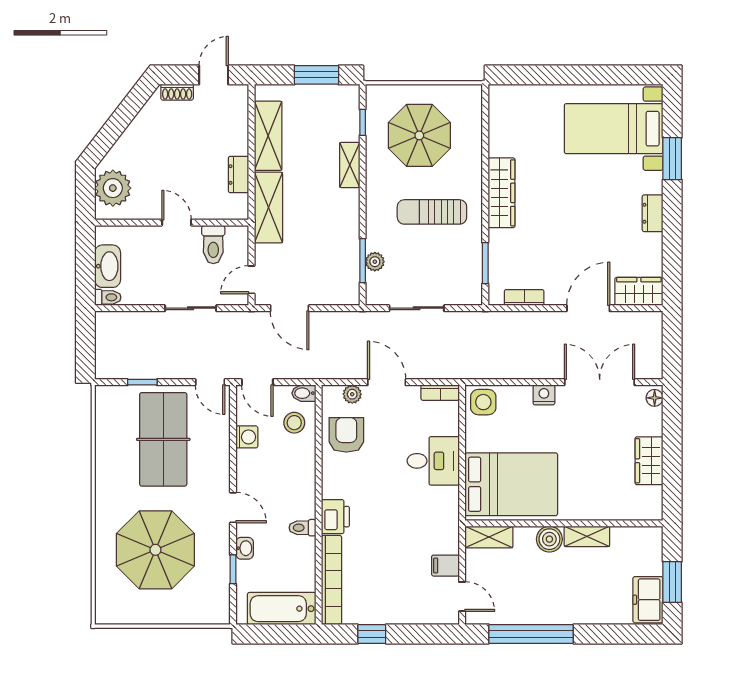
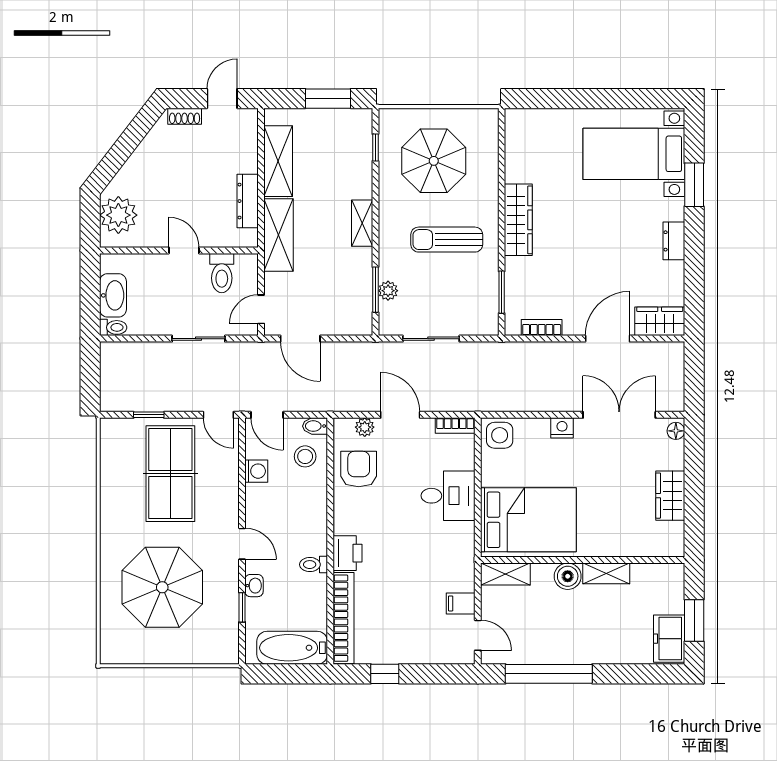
shelving: (350, 165) -> (362, 223), moved
dresser: (239, 175) -> (248, 201), width x1.44

